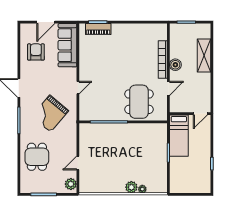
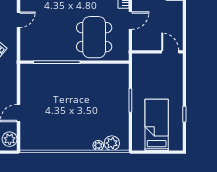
door: (200, 114) -> (170, 52), swing flipped
bed: (179, 136) -> (157, 125), moved, turned 180
plant: (131, 187) -> (112, 143), moved

